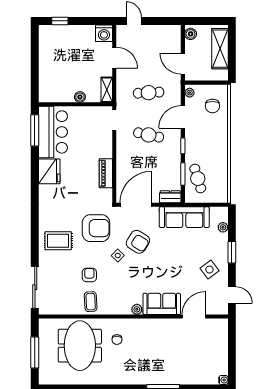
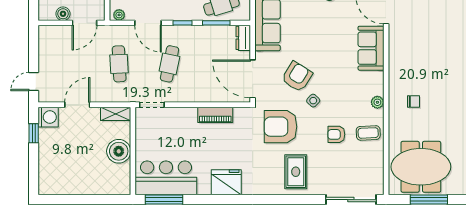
window: (60, 21) -> (34, 133), moved
boiler: (191, 34) -> (63, 14), moved
boiler: (80, 97) -> (119, 151), width x1.86, depth x1.86
fridge: (49, 171) -> (226, 182), moved
armchair: (96, 228) -> (281, 127), turned -90
plant: (137, 309) -> (377, 102), moved
meeting table: (80, 346) -> (421, 167), moved

